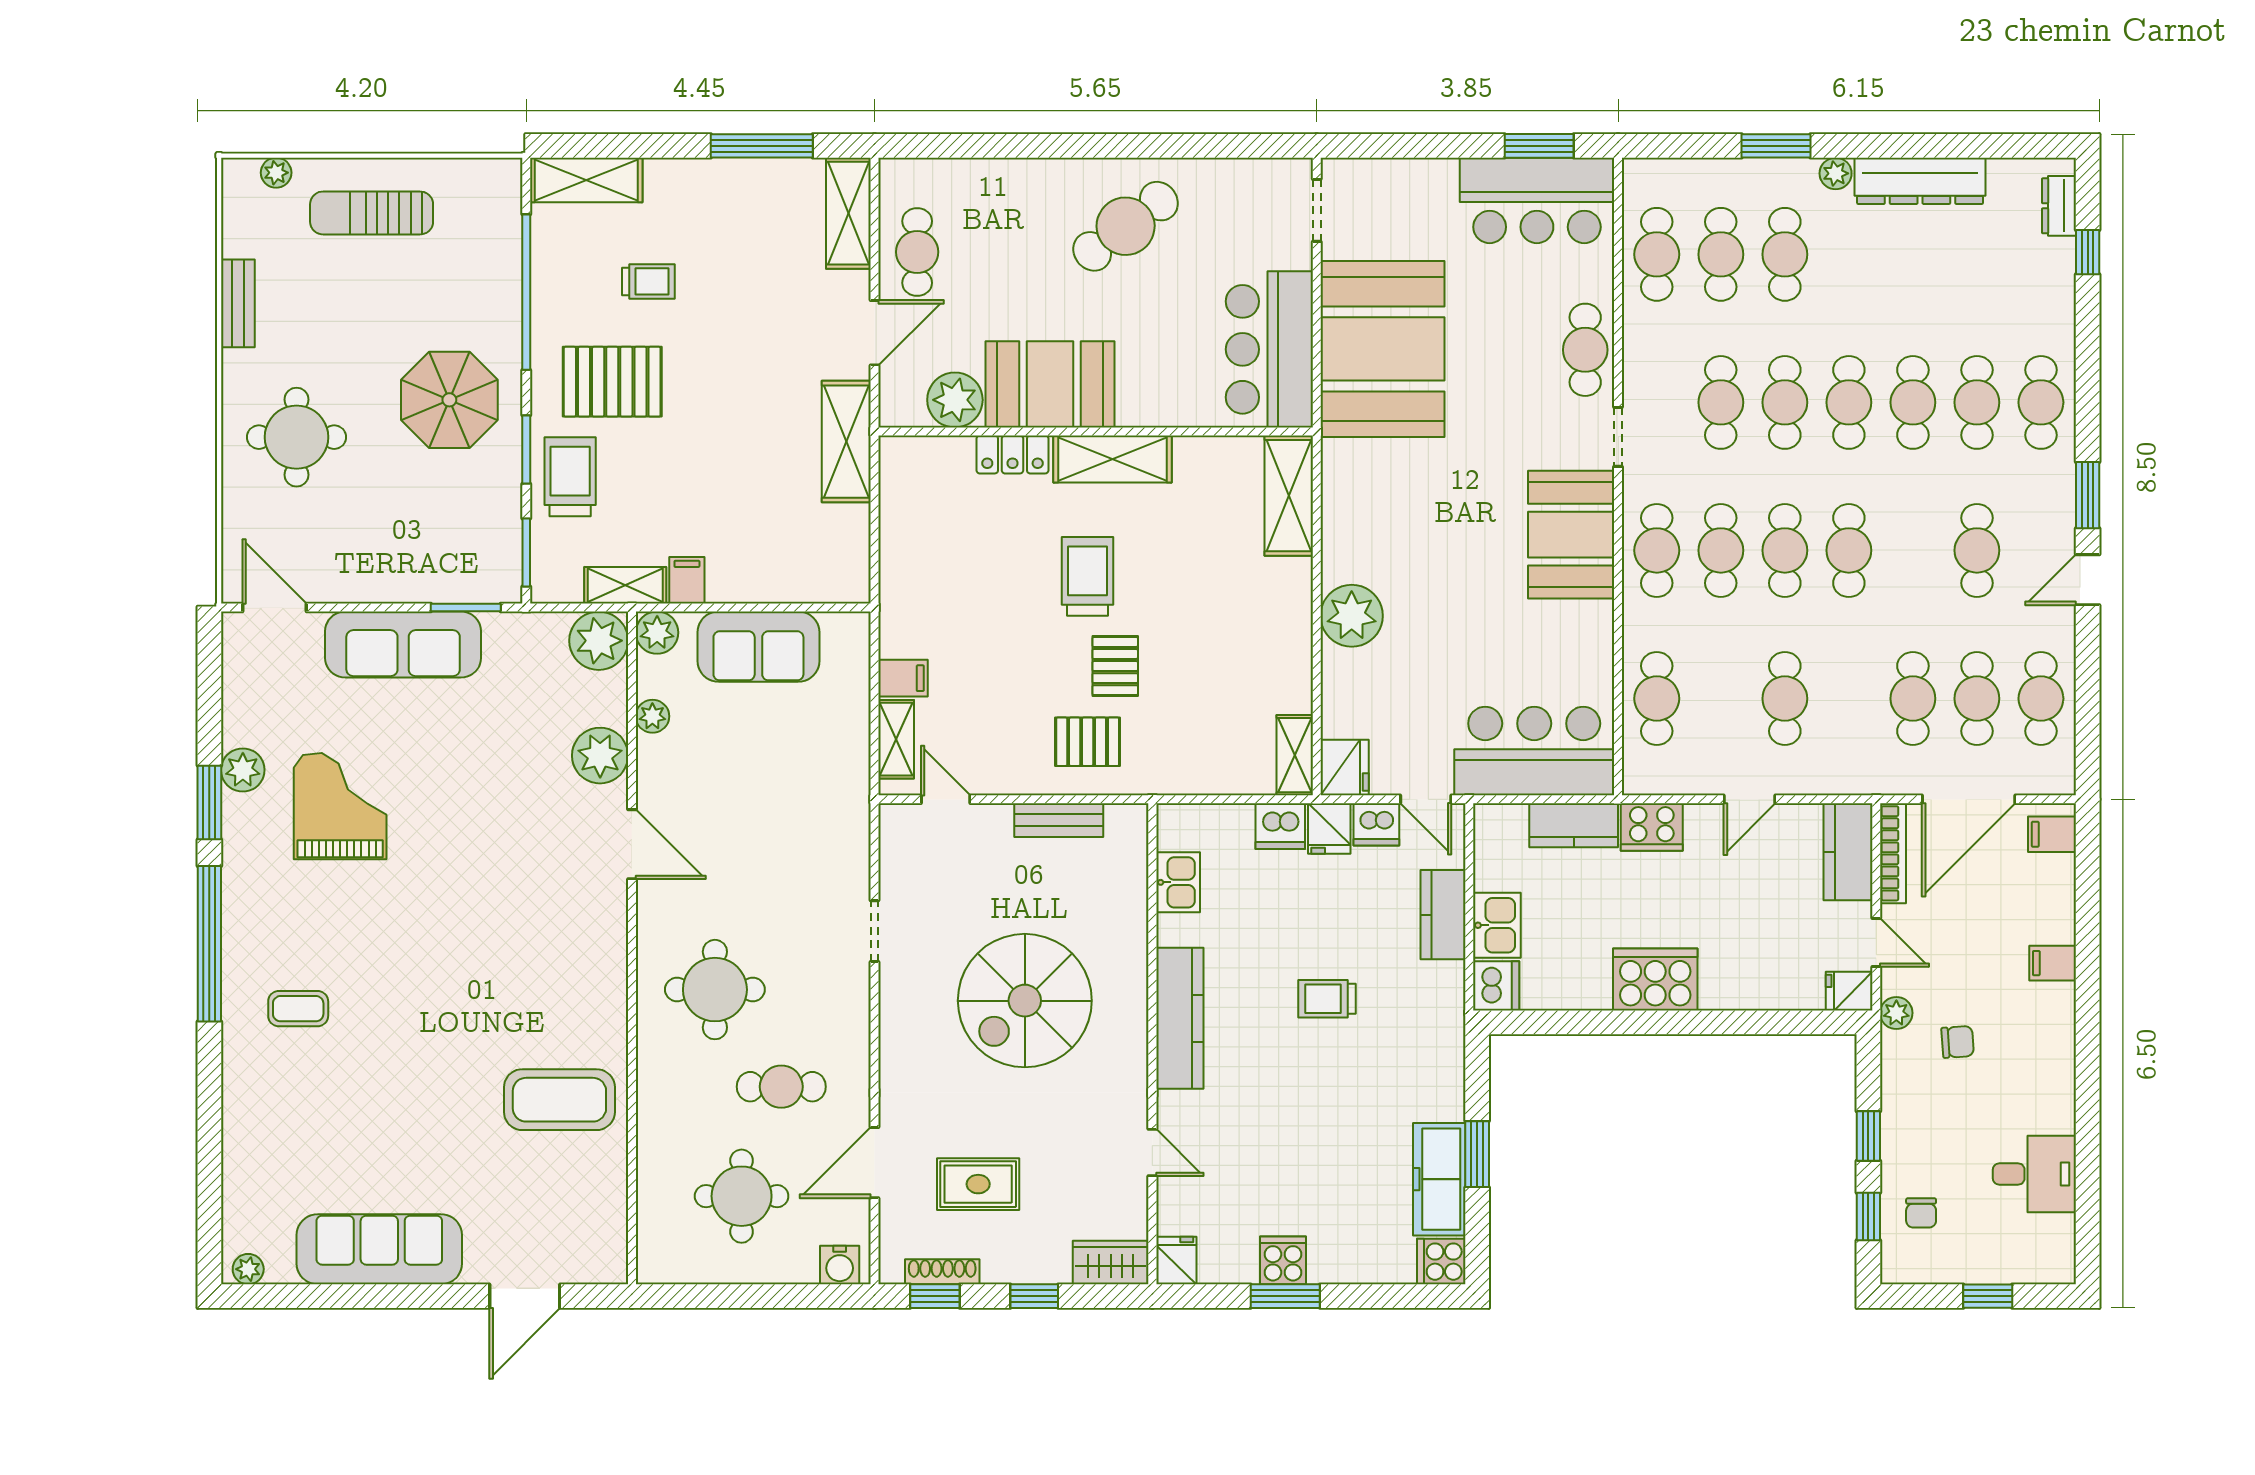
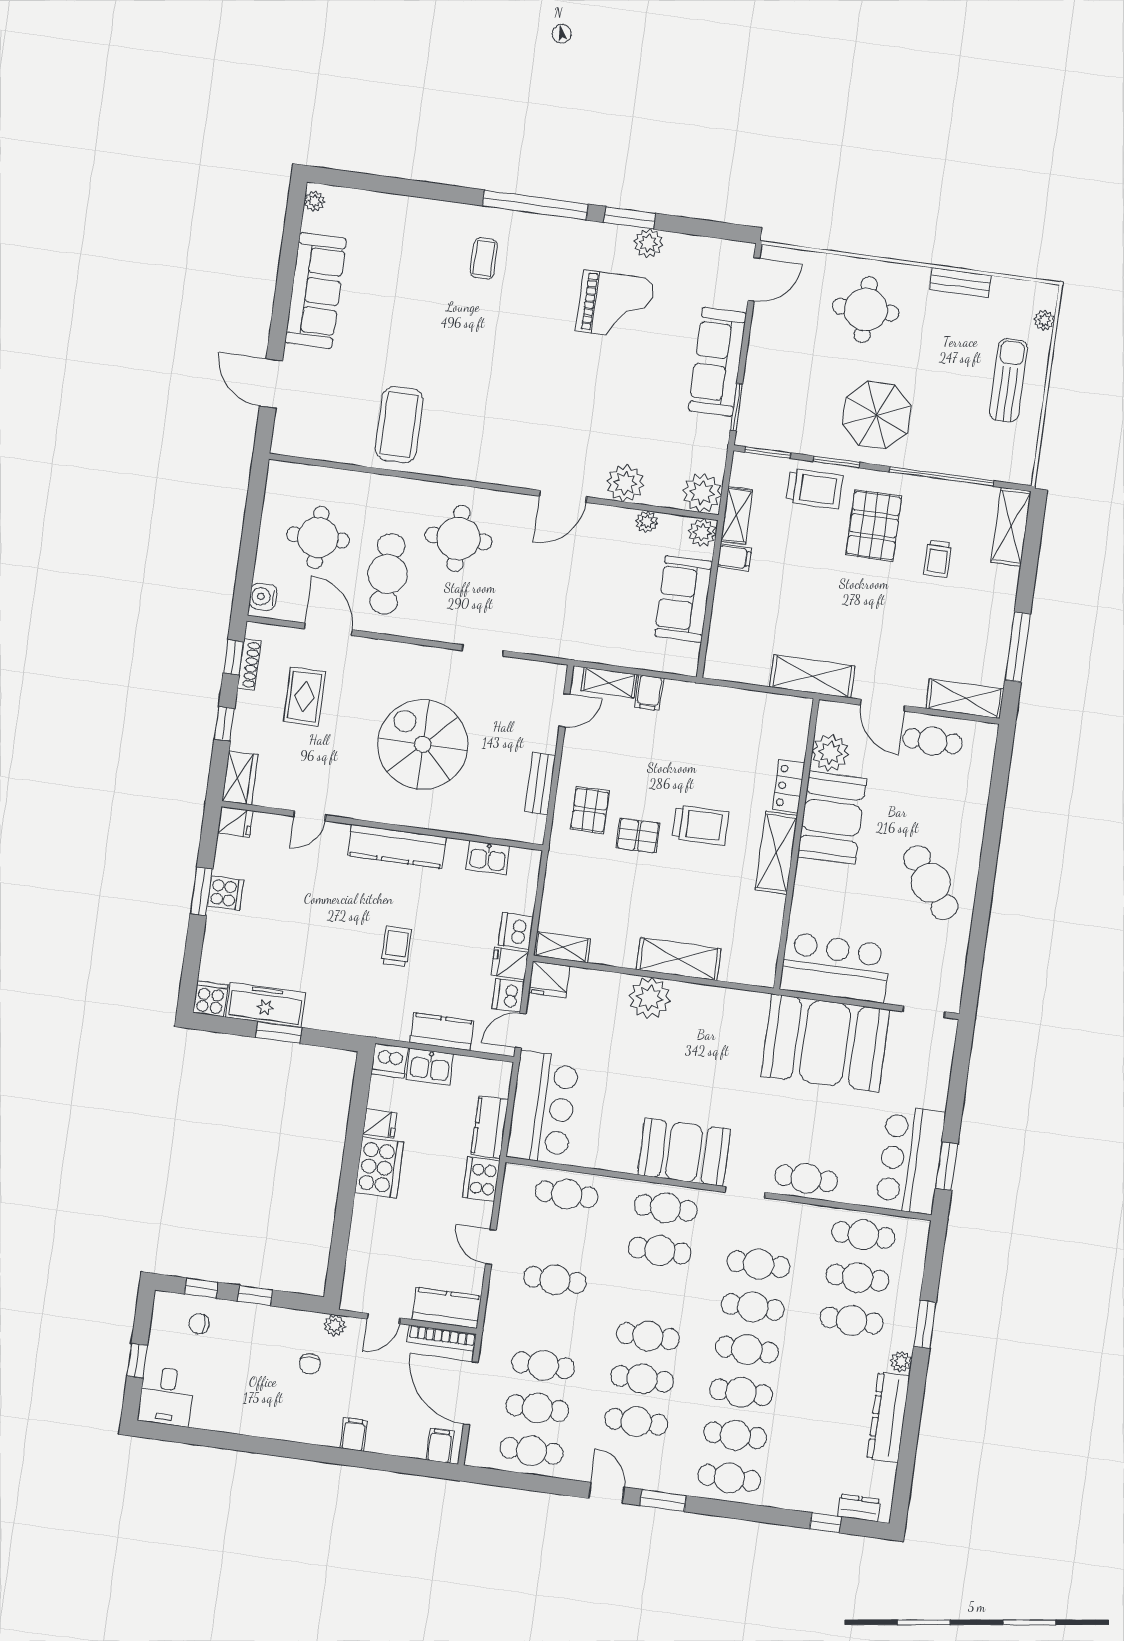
shelving: (1289, 496) -> (679, 959), moved
cafe table: (1785, 550) -> (642, 1379), moved
fridge: (1849, 991) -> (380, 1123), moved, turned 90
cafe table: (781, 1087) -> (388, 574), width x1.37, depth x1.35
desk: (2034, 1174) -> (166, 1396), moved

